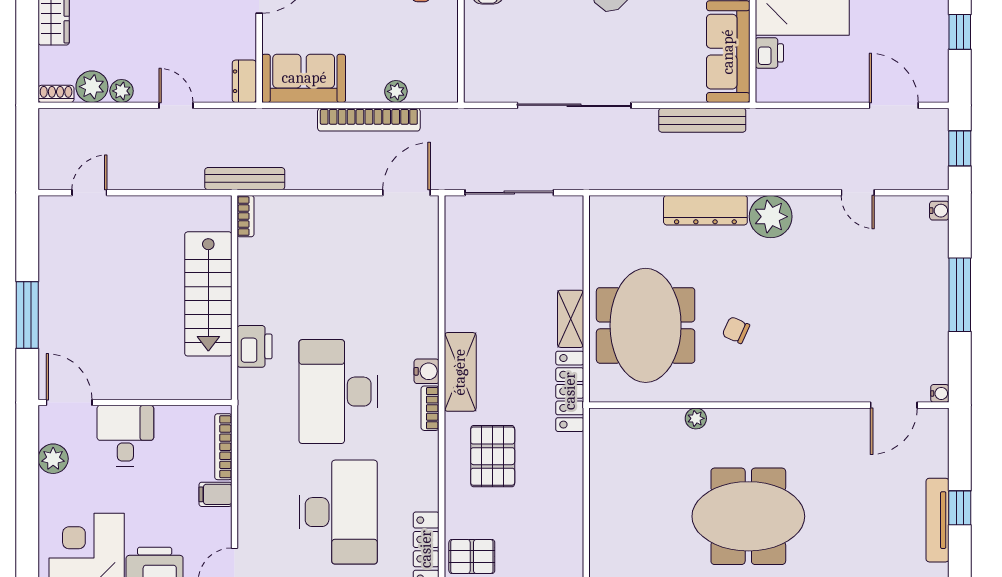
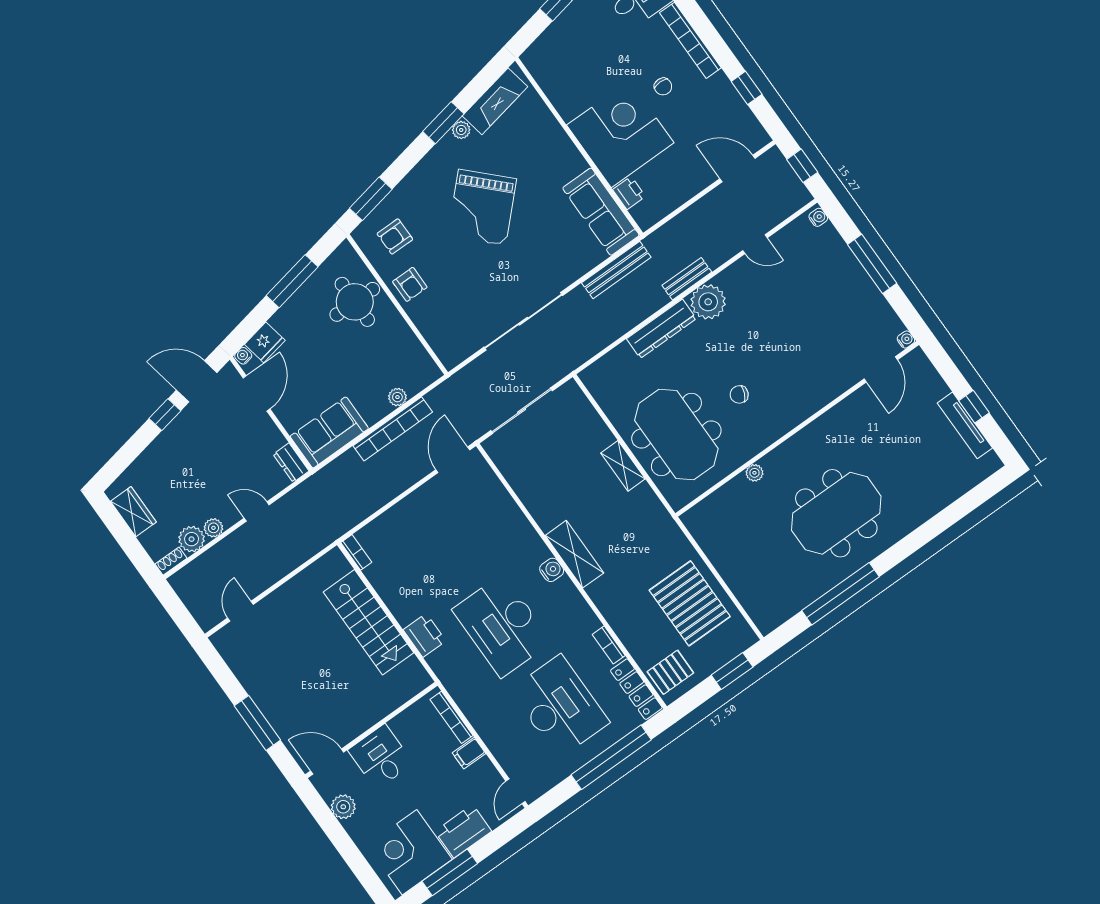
bench: (245, 179) -> (687, 279), moved, width x0.73
locker: (570, 391) -> (657, 515), removed
bookcase: (430, 408) -> (609, 645), moved
pallet: (493, 456) -> (690, 603), moved, width x1.37, depth x1.41

